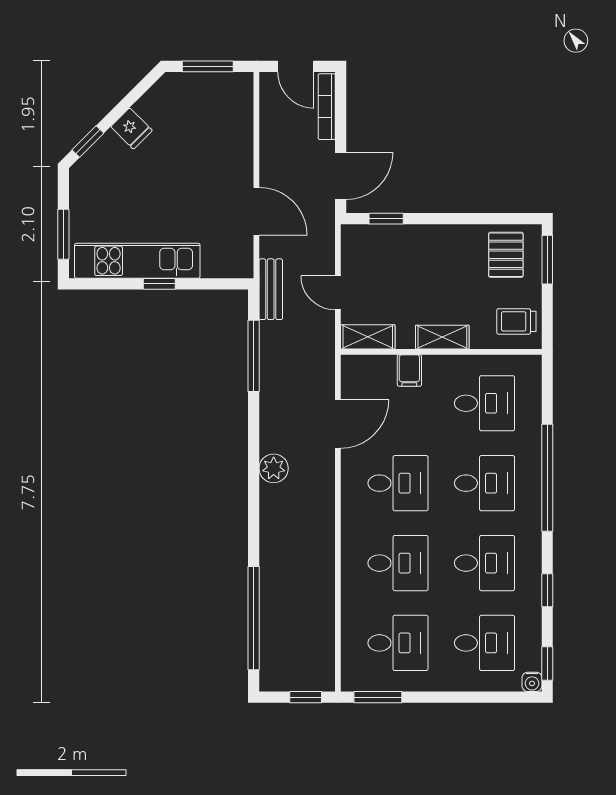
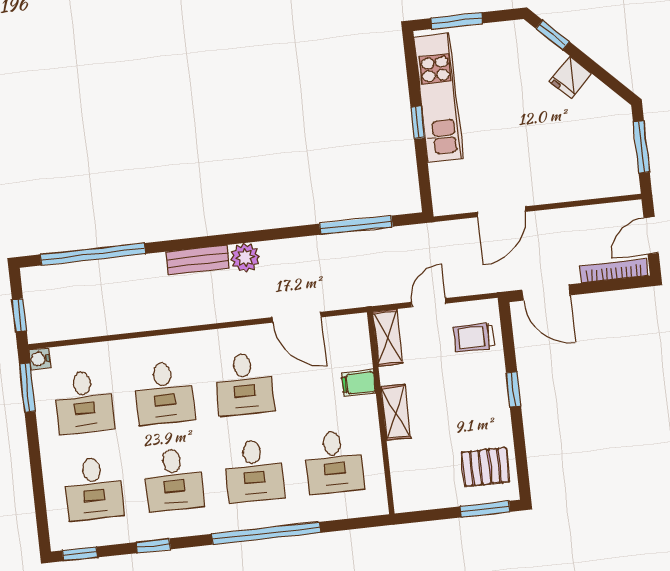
window: (386, 219) -> (513, 389), moved
bench: (271, 289) -> (198, 260), moved
trolley: (516, 321) -> (474, 337), moved, turned -90
water cooler: (532, 682) -> (40, 359), moved

